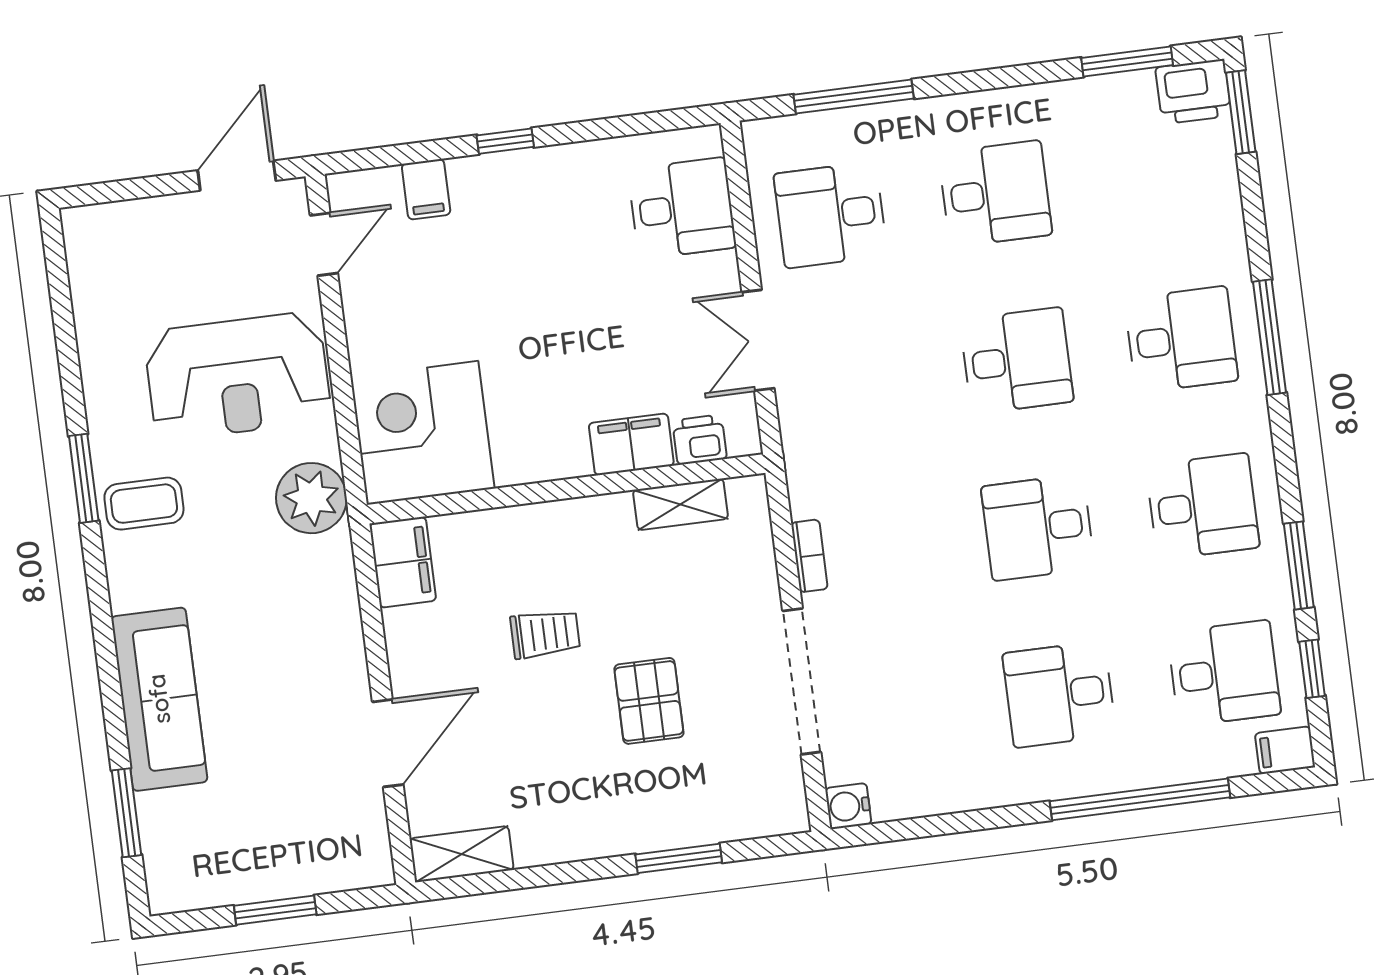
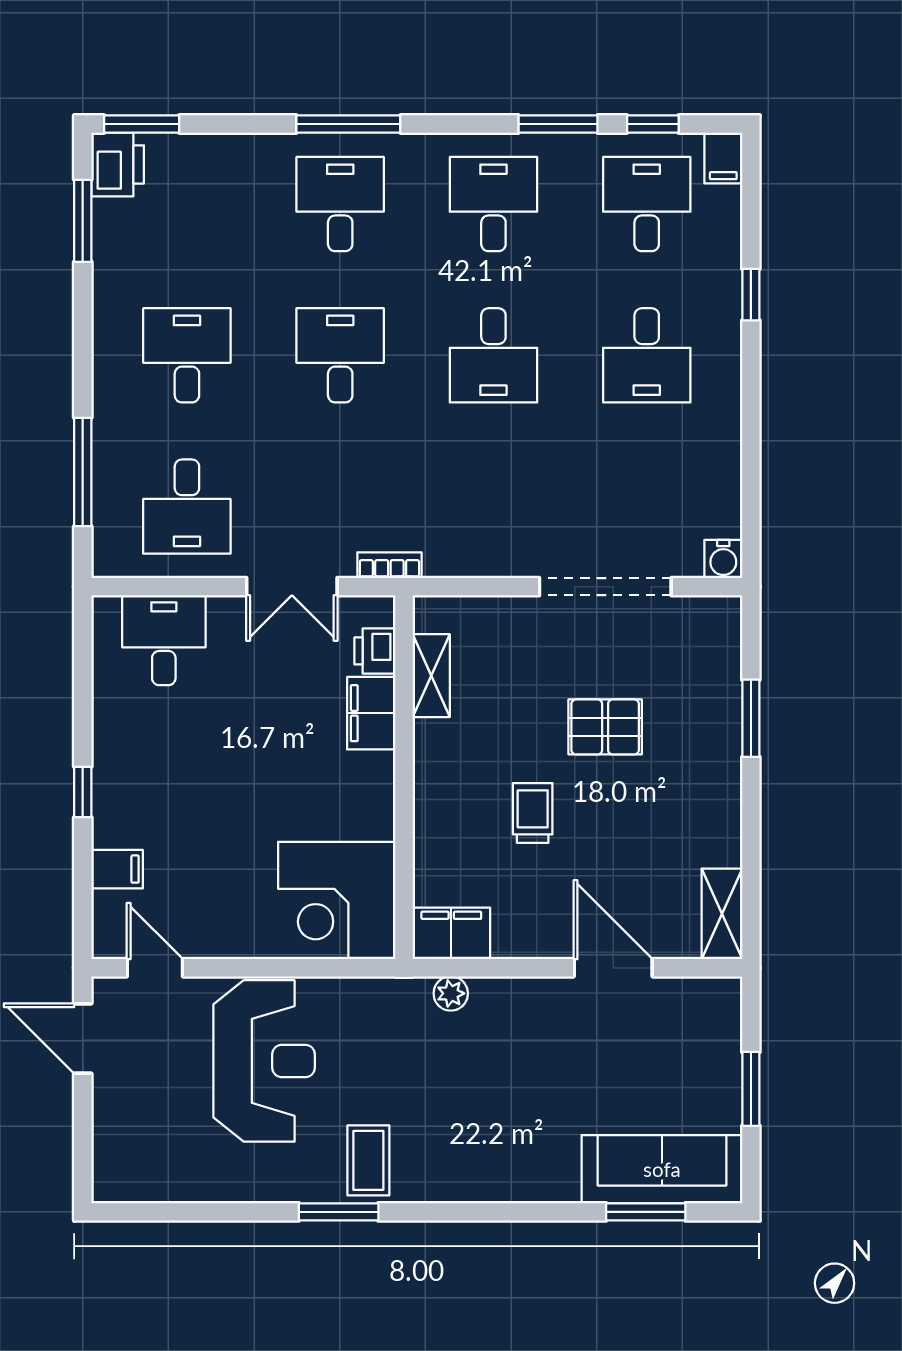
plant: (311, 498) -> (451, 993), moved, width x0.53, depth x0.53
bookcase: (809, 556) -> (389, 565), moved
sofa: (159, 699) -> (662, 1169), moved
window: (1140, 799) -> (751, 295), width x0.32

